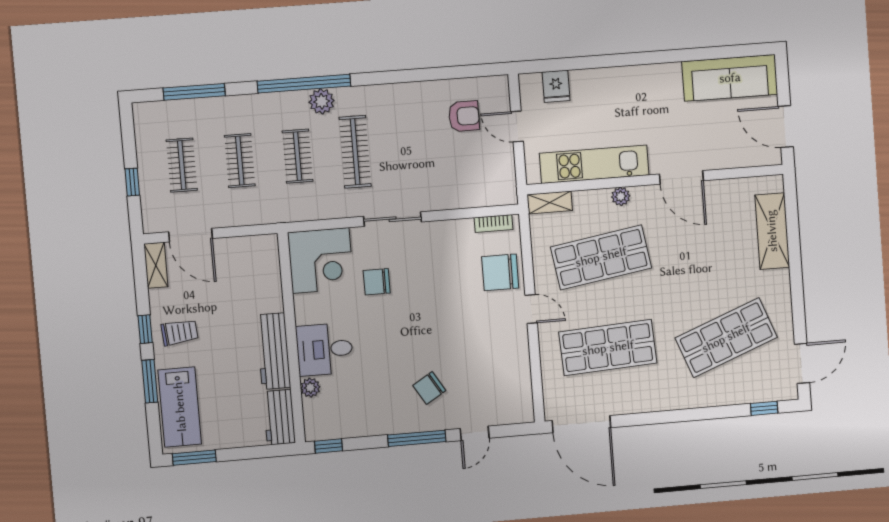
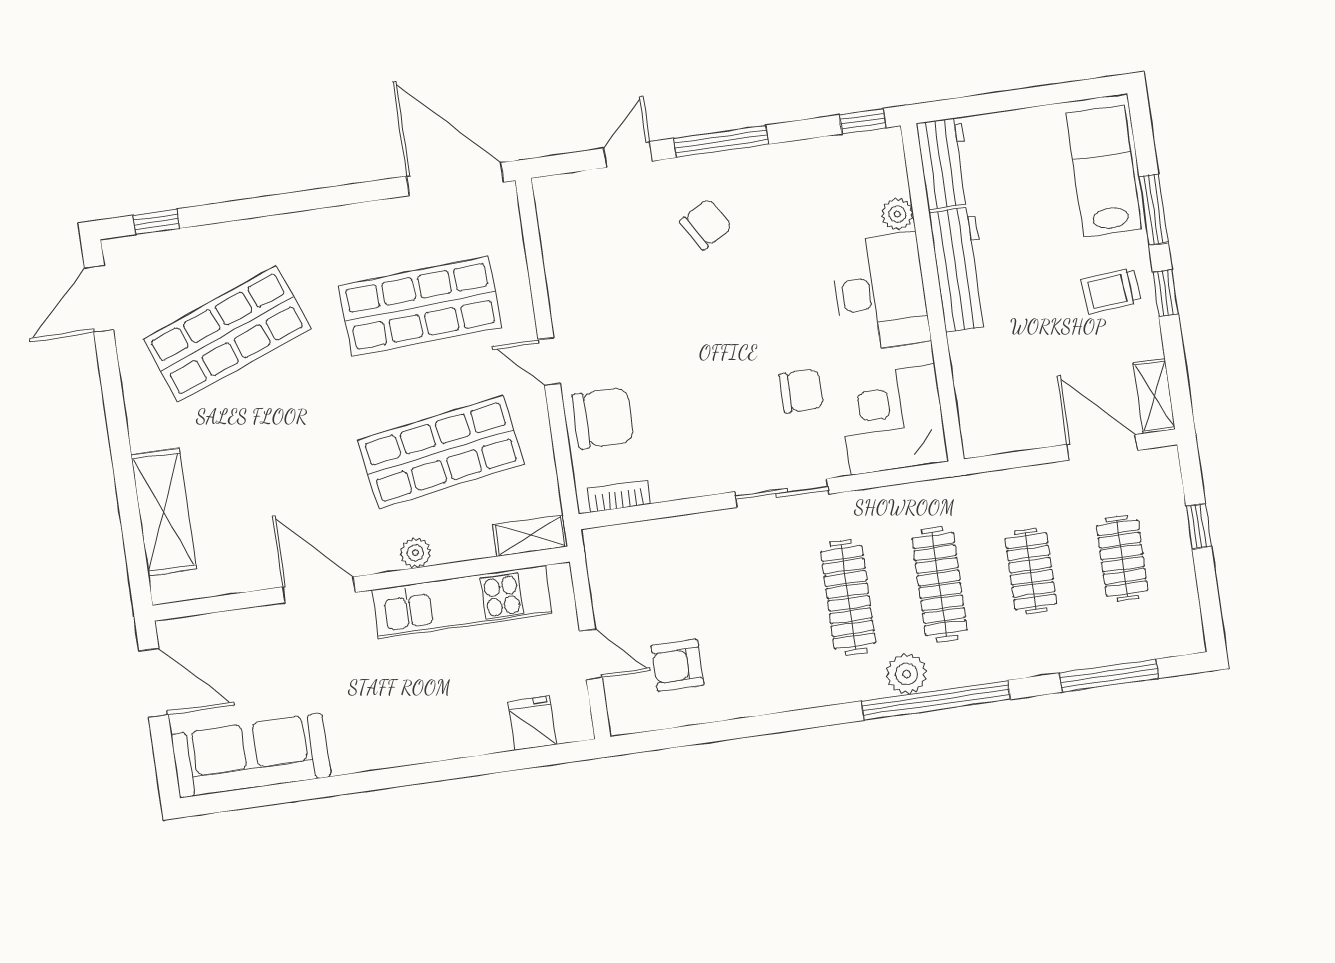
clothes rail: (298, 156) -> (940, 584), width x1.36
desk: (325, 349) -> (880, 292), width x1.37
window: (194, 458) -> (1076, 91), removed

